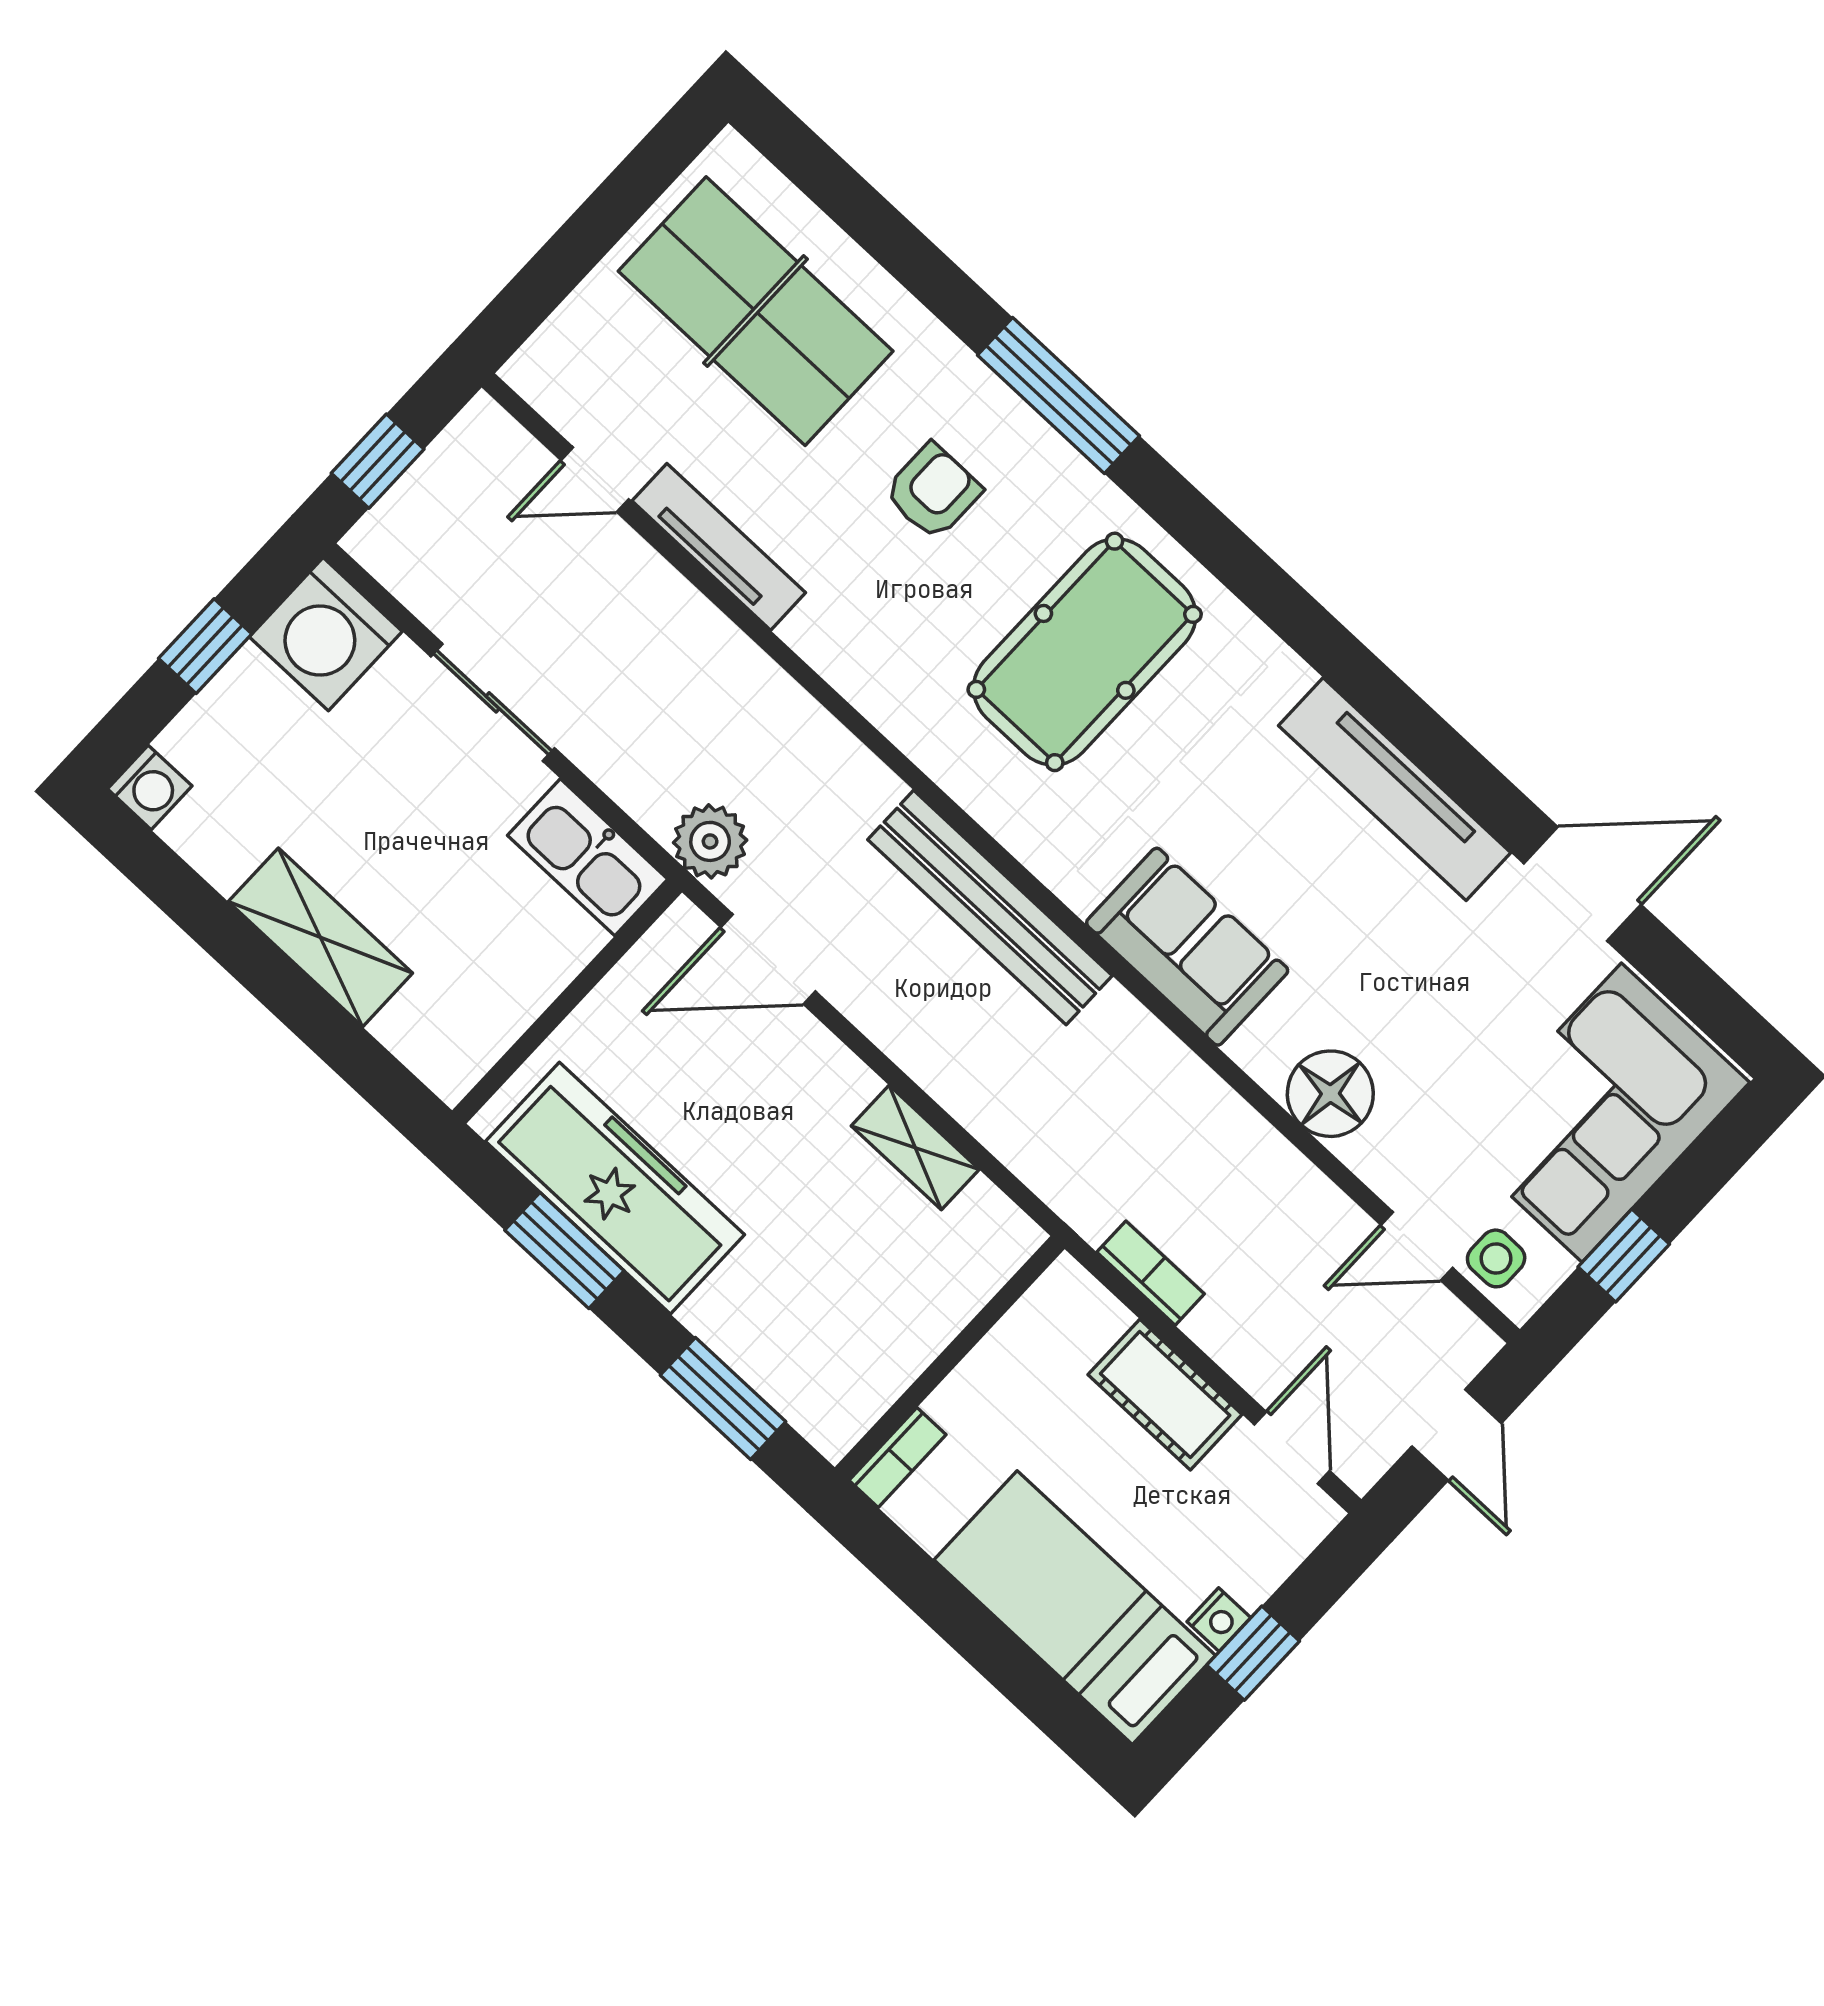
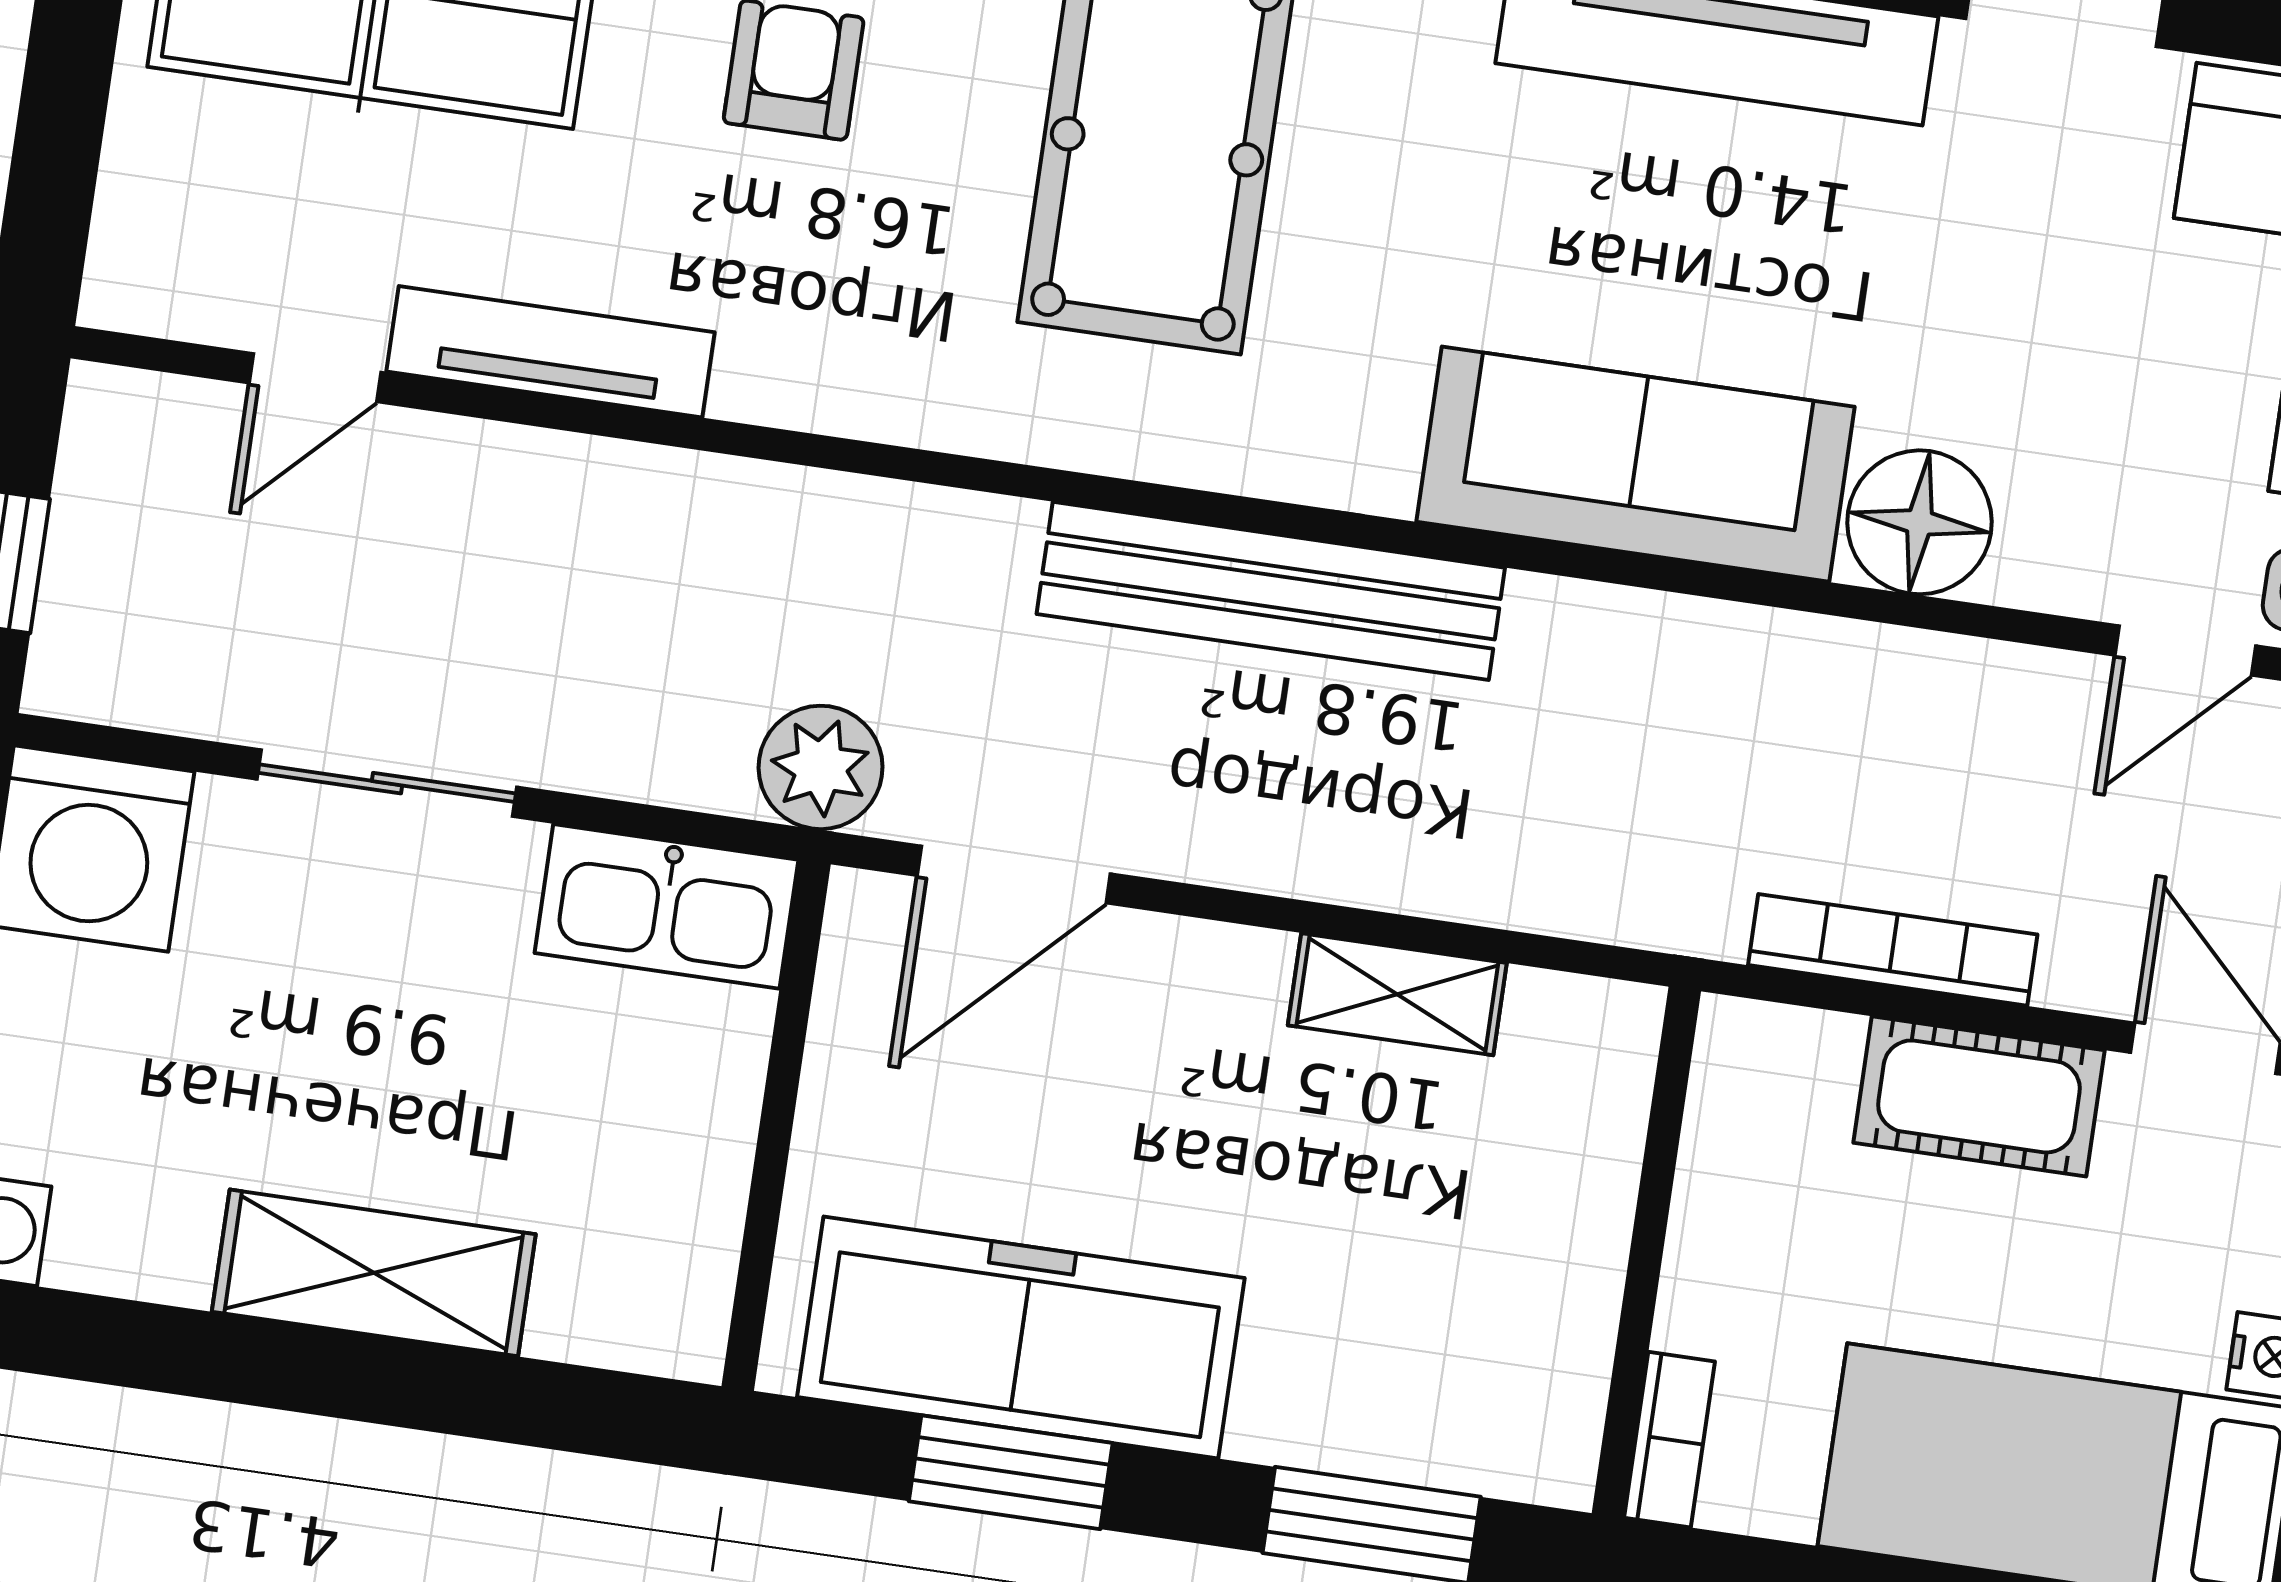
sofa: (1187, 947) -> (1636, 464), width x1.36
bookcase: (1150, 1273) -> (1893, 950), width x1.56

